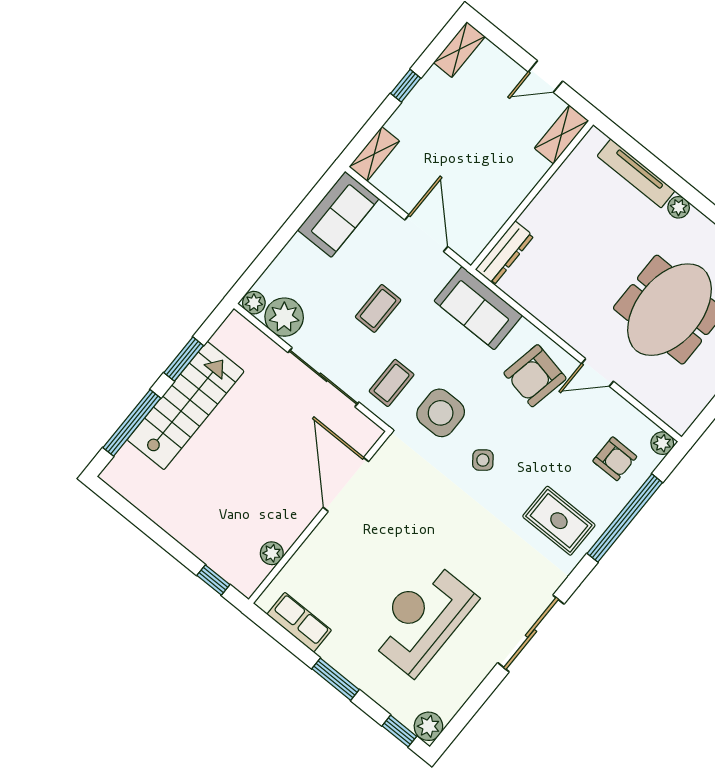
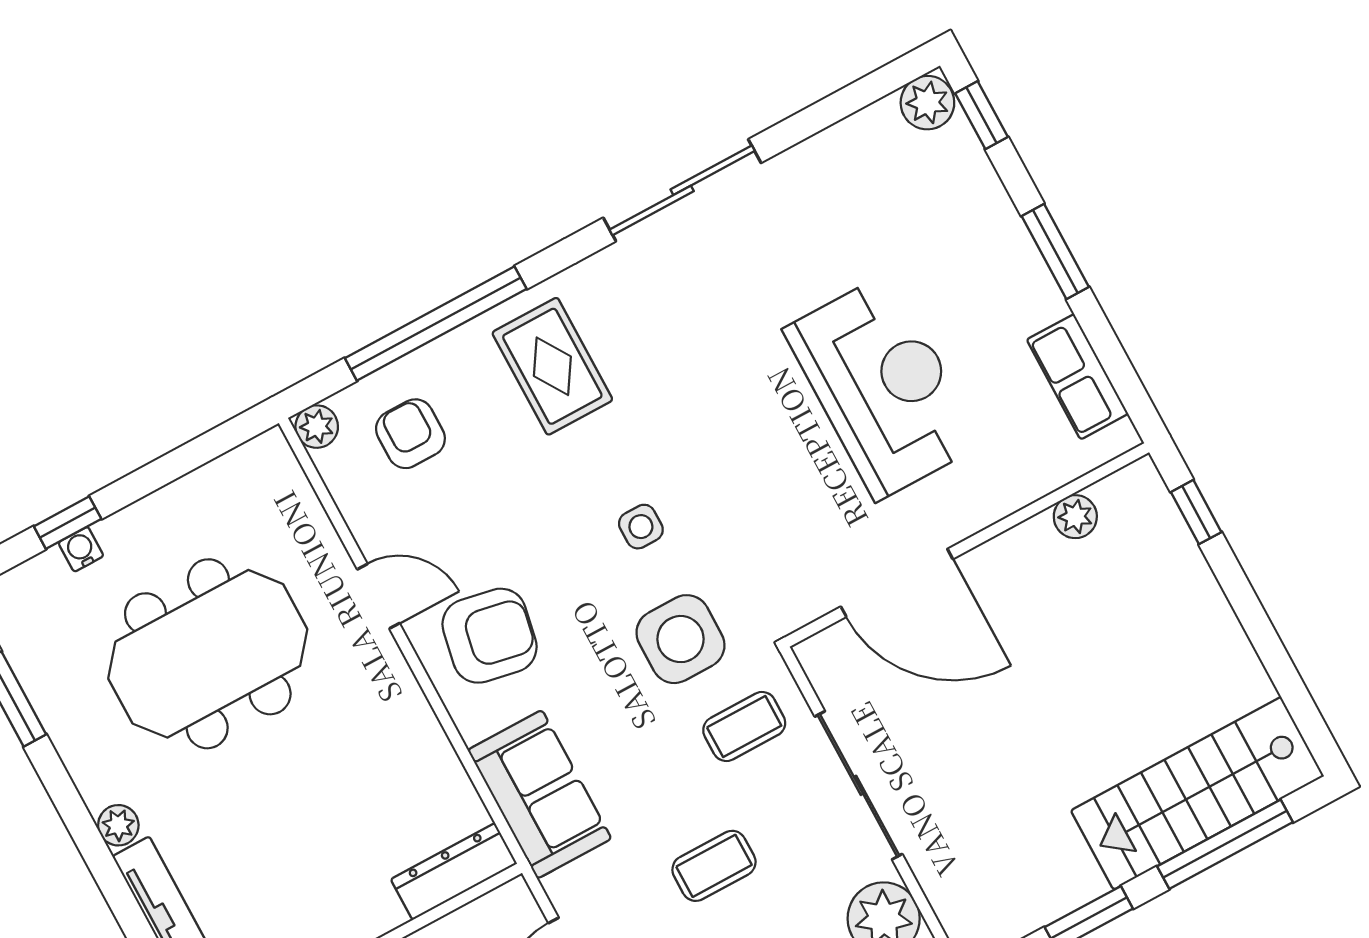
stairs: (186, 405) -> (1197, 793), moved
side table: (483, 460) -> (641, 527), turned 38
door: (346, 484) -> (897, 583), hinge flipped
reception desk: (422, 618) -> (883, 387), moved, turned -90

